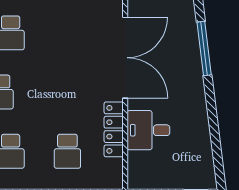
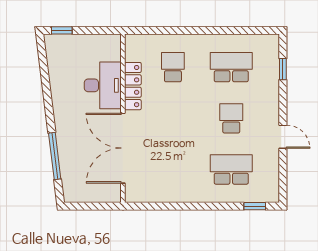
desk: (148, 130) -> (103, 85), width x1.37

